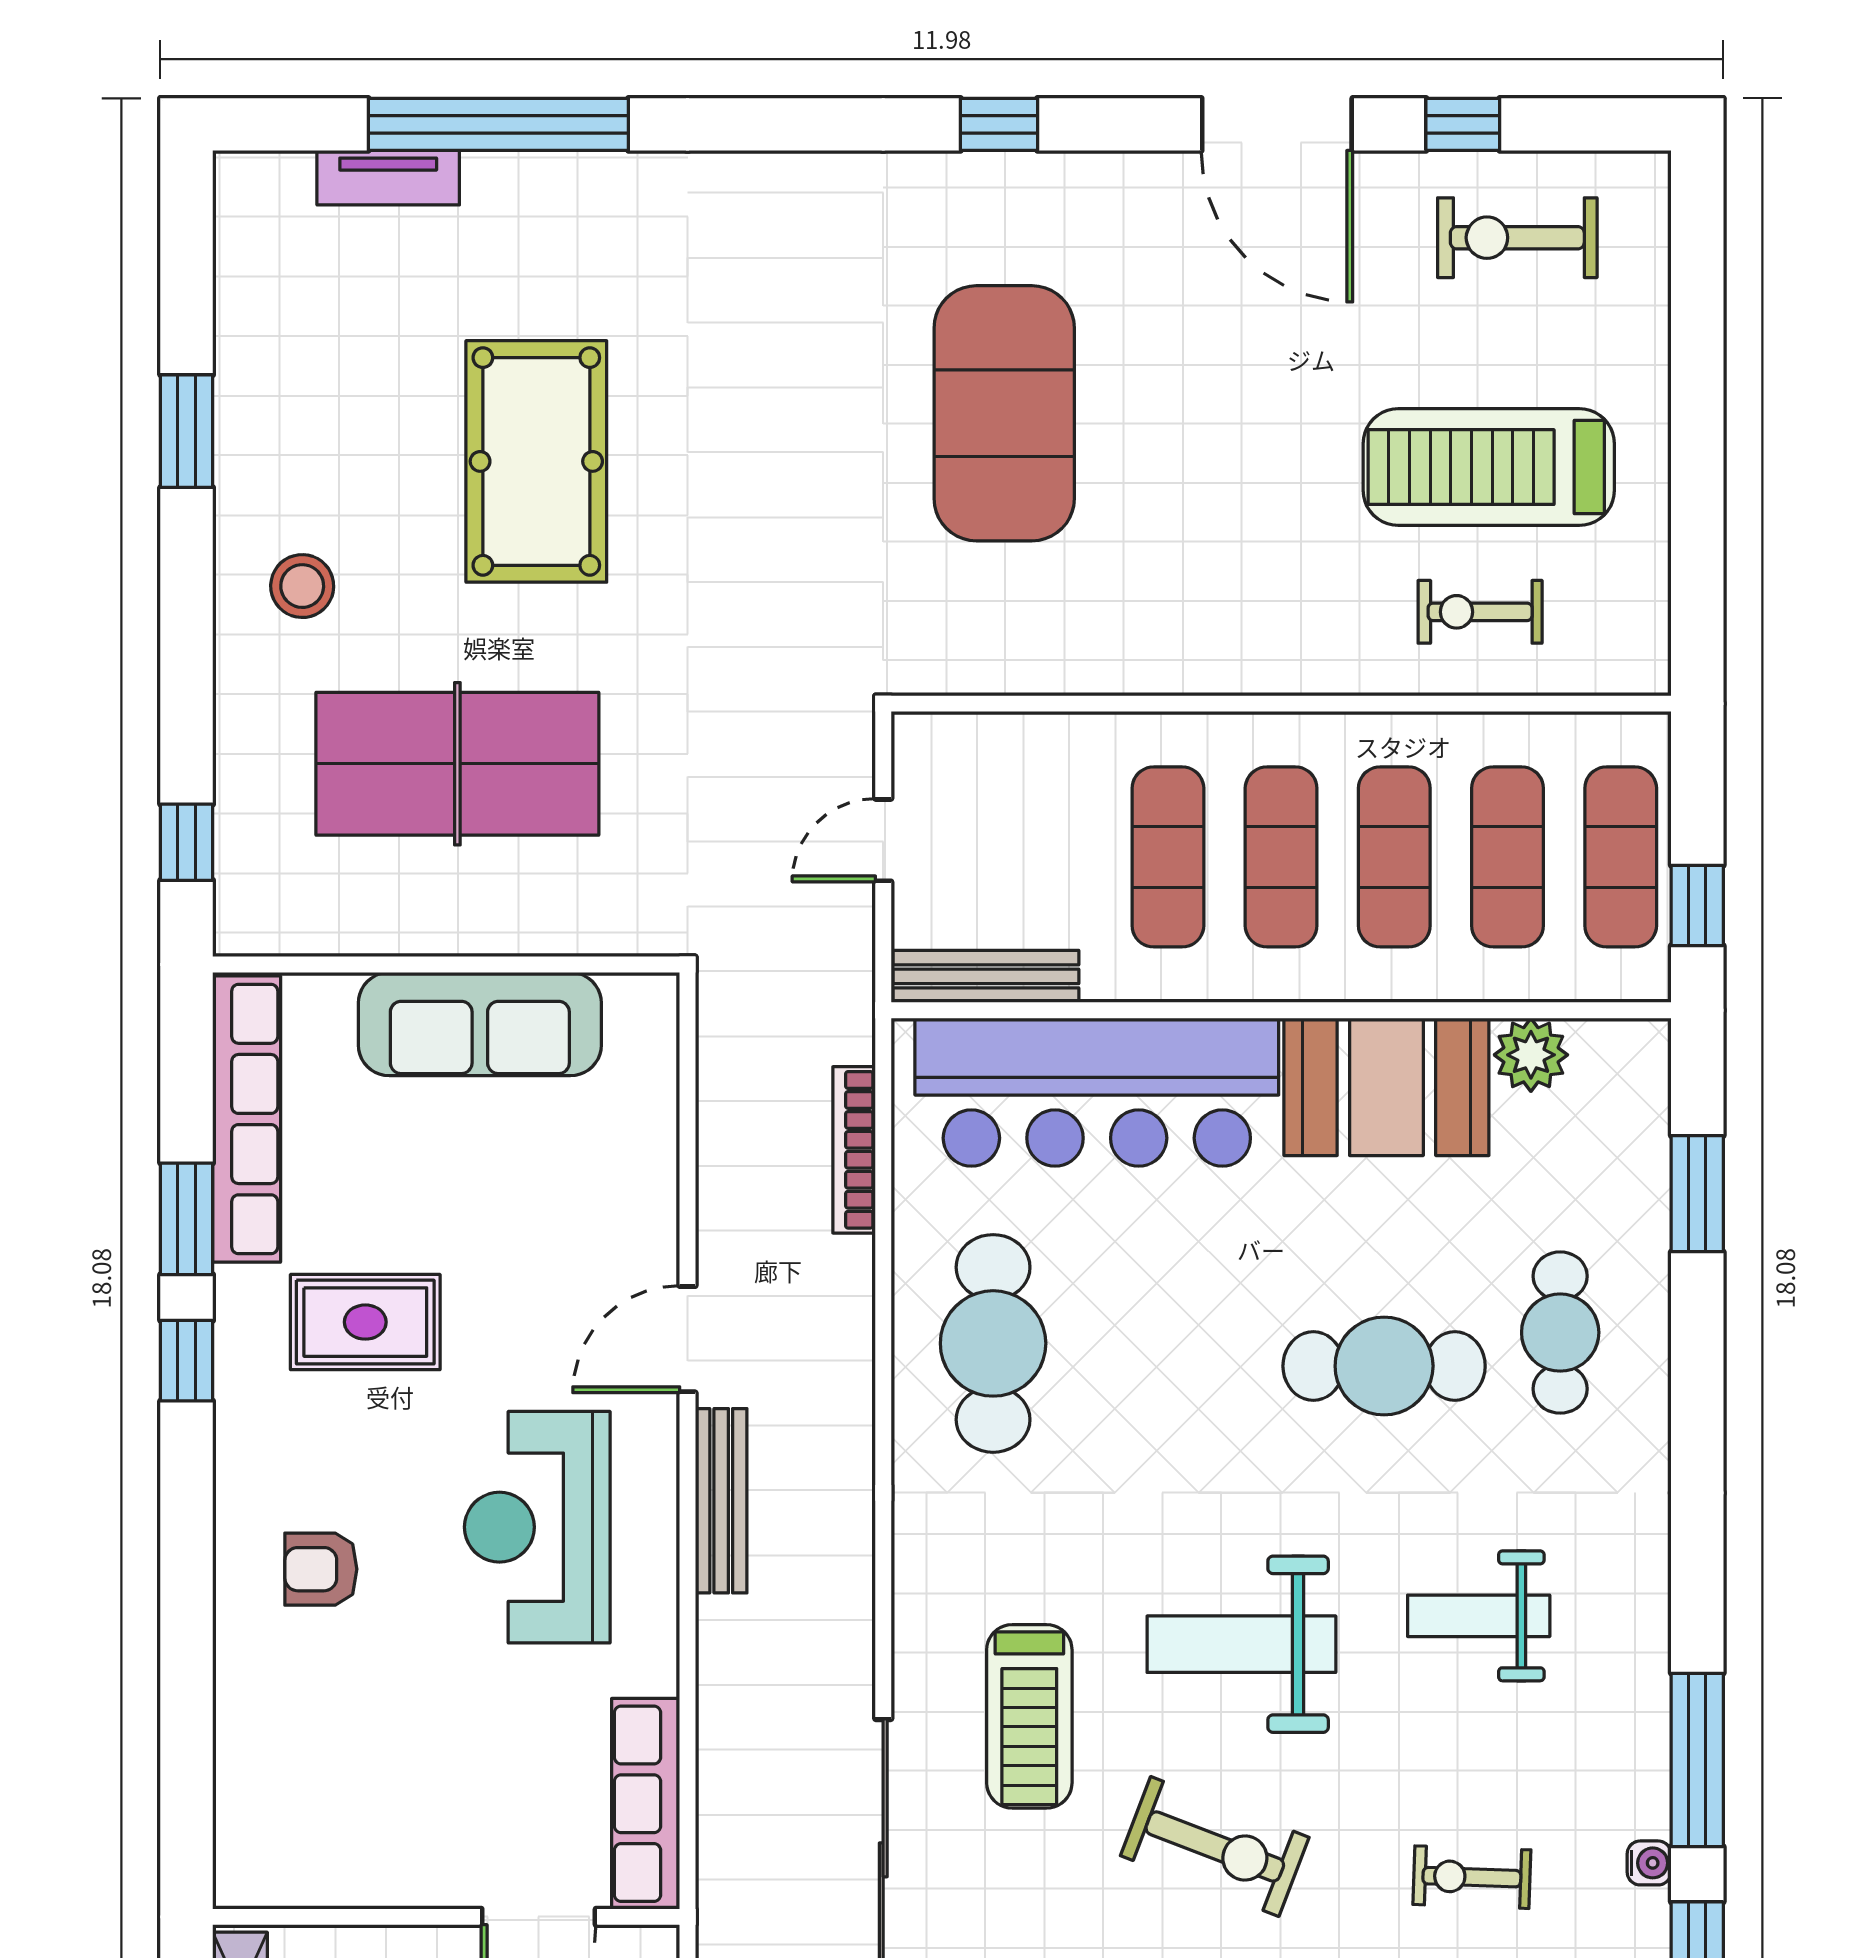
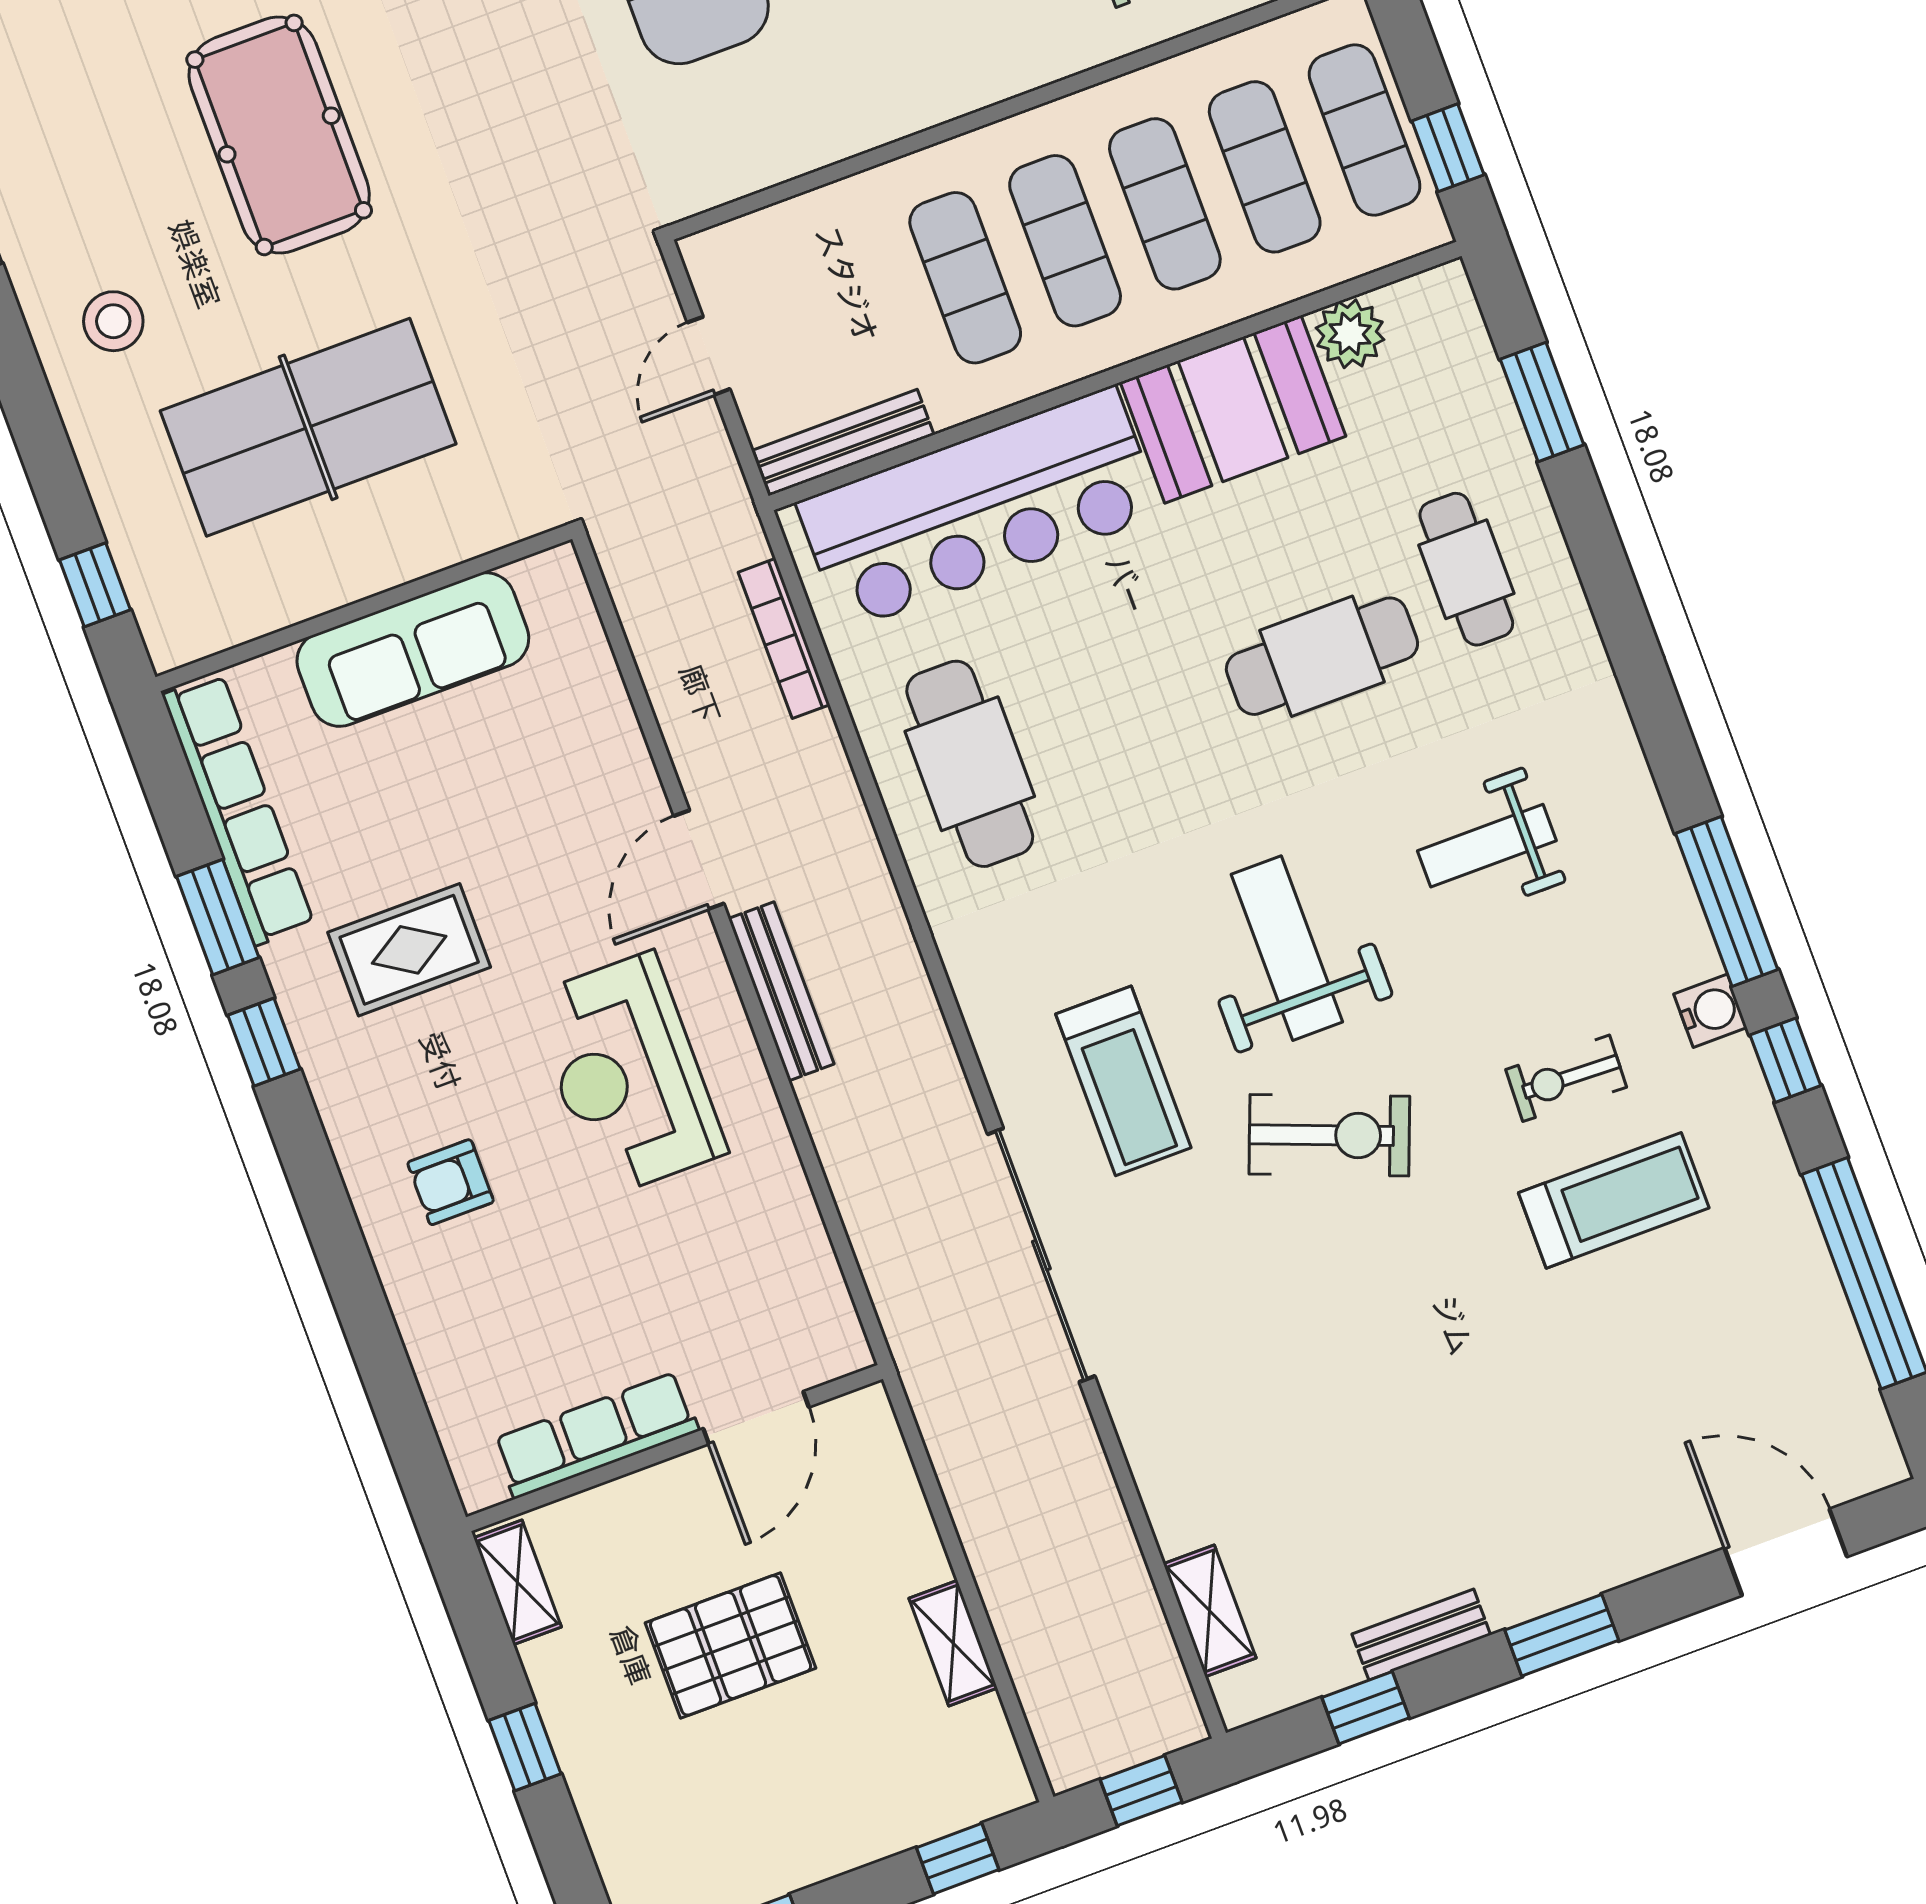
weight bench: (1241, 1644) -> (1287, 948), turned 90
row of seats: (646, 1804) -> (596, 1435), moved, turned 90
water cooler: (1649, 1863) -> (1710, 1011), width x1.38, depth x1.38

